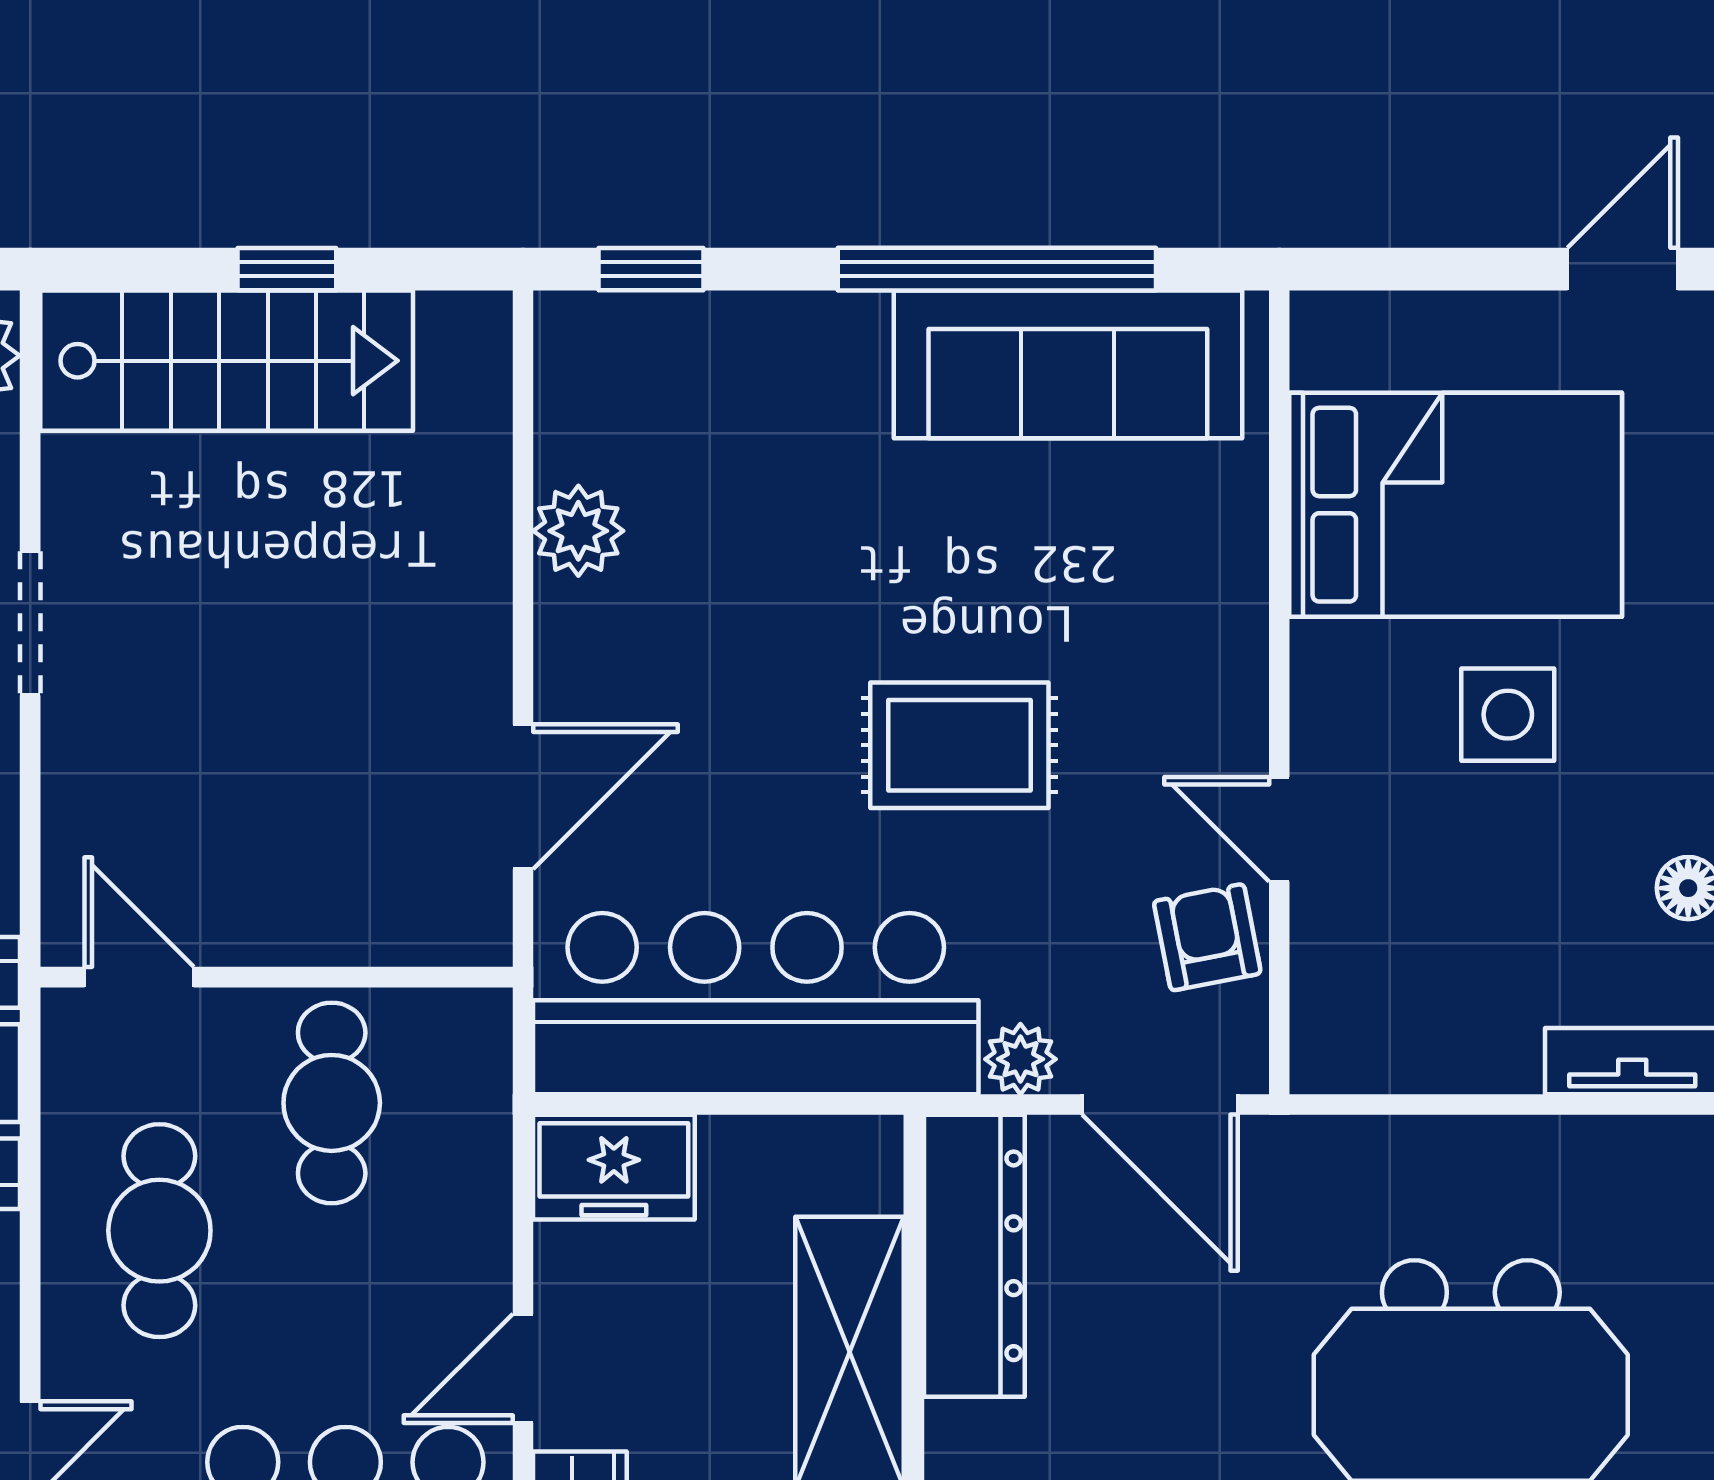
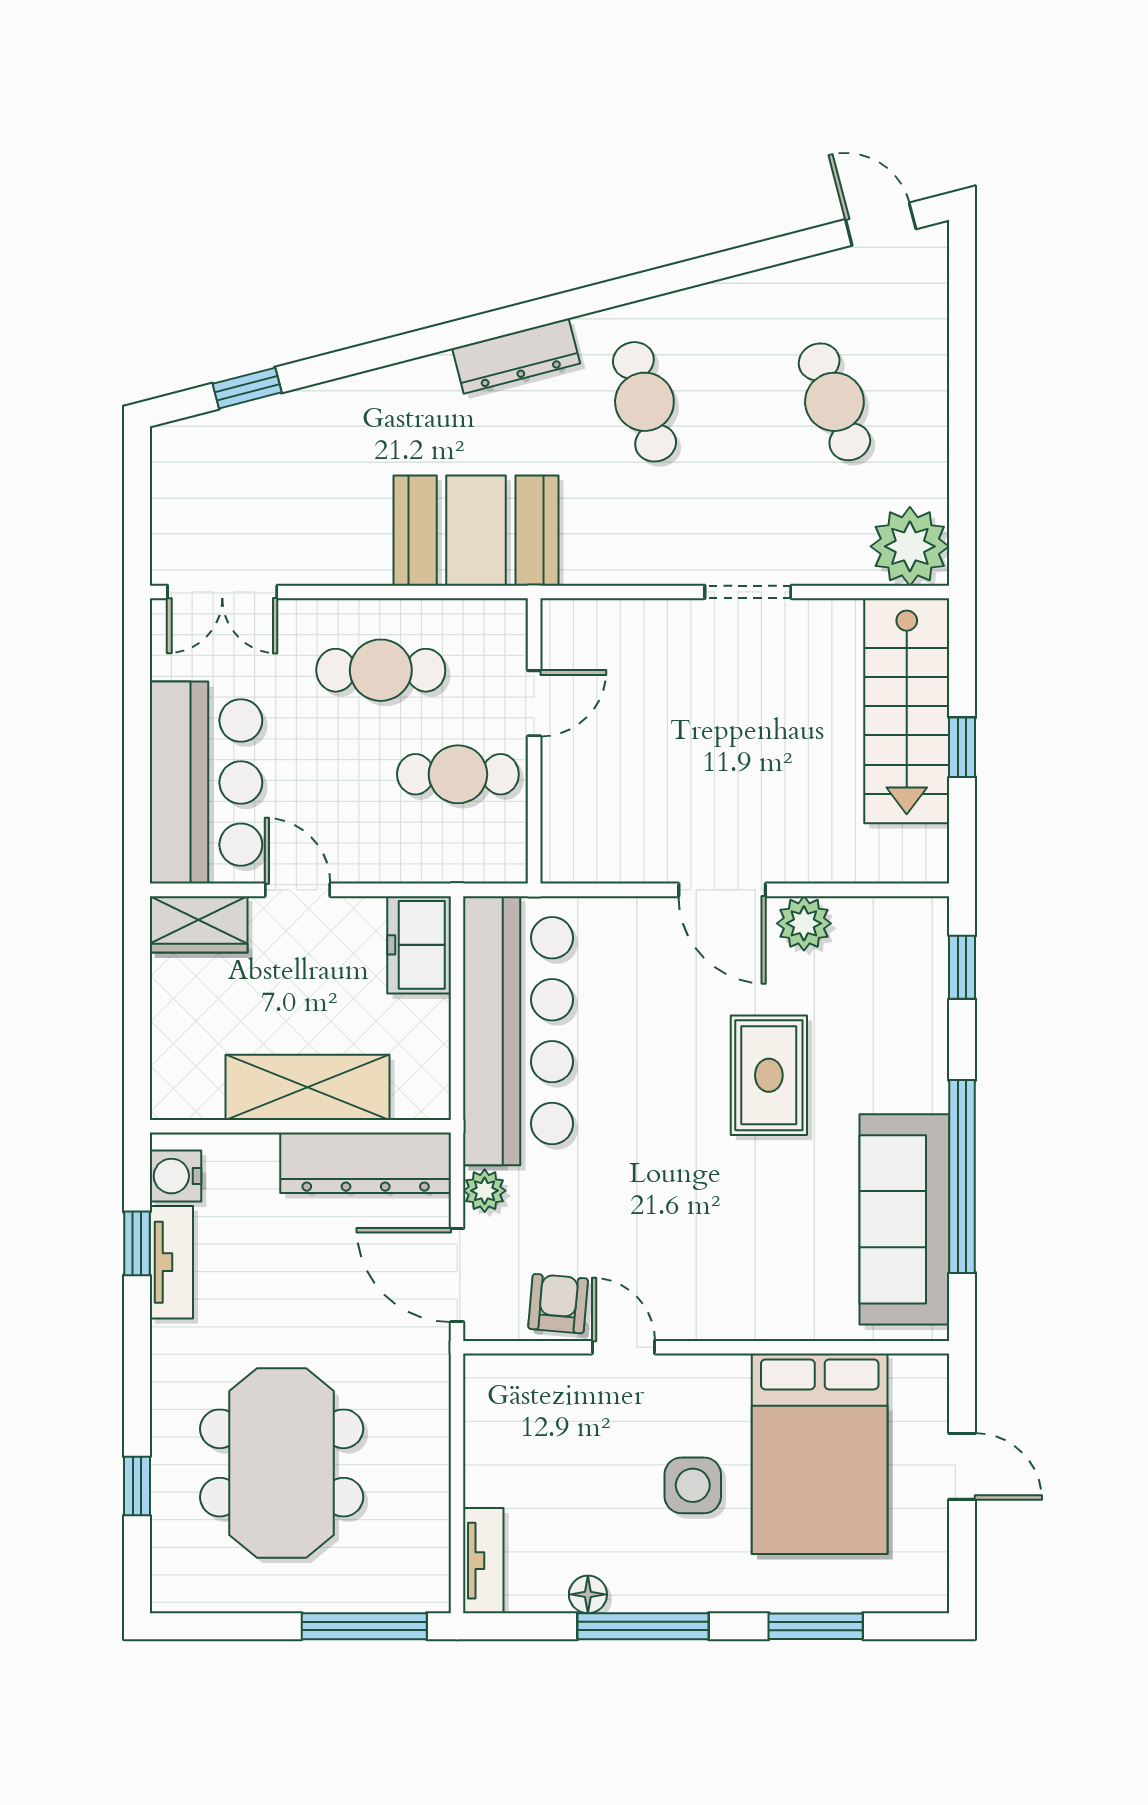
door: (1623, 269) -> (962, 1466), moved
rug: (959, 745) -> (769, 1075), moved
door: (523, 797) -> (722, 890), moved
door: (1279, 829) -> (623, 1347), hinge flipped
armchair: (1207, 937) -> (558, 1304), turned -74
door: (139, 977) -> (534, 703), moved
door: (1160, 1105) -> (457, 1275), hinge flipped

